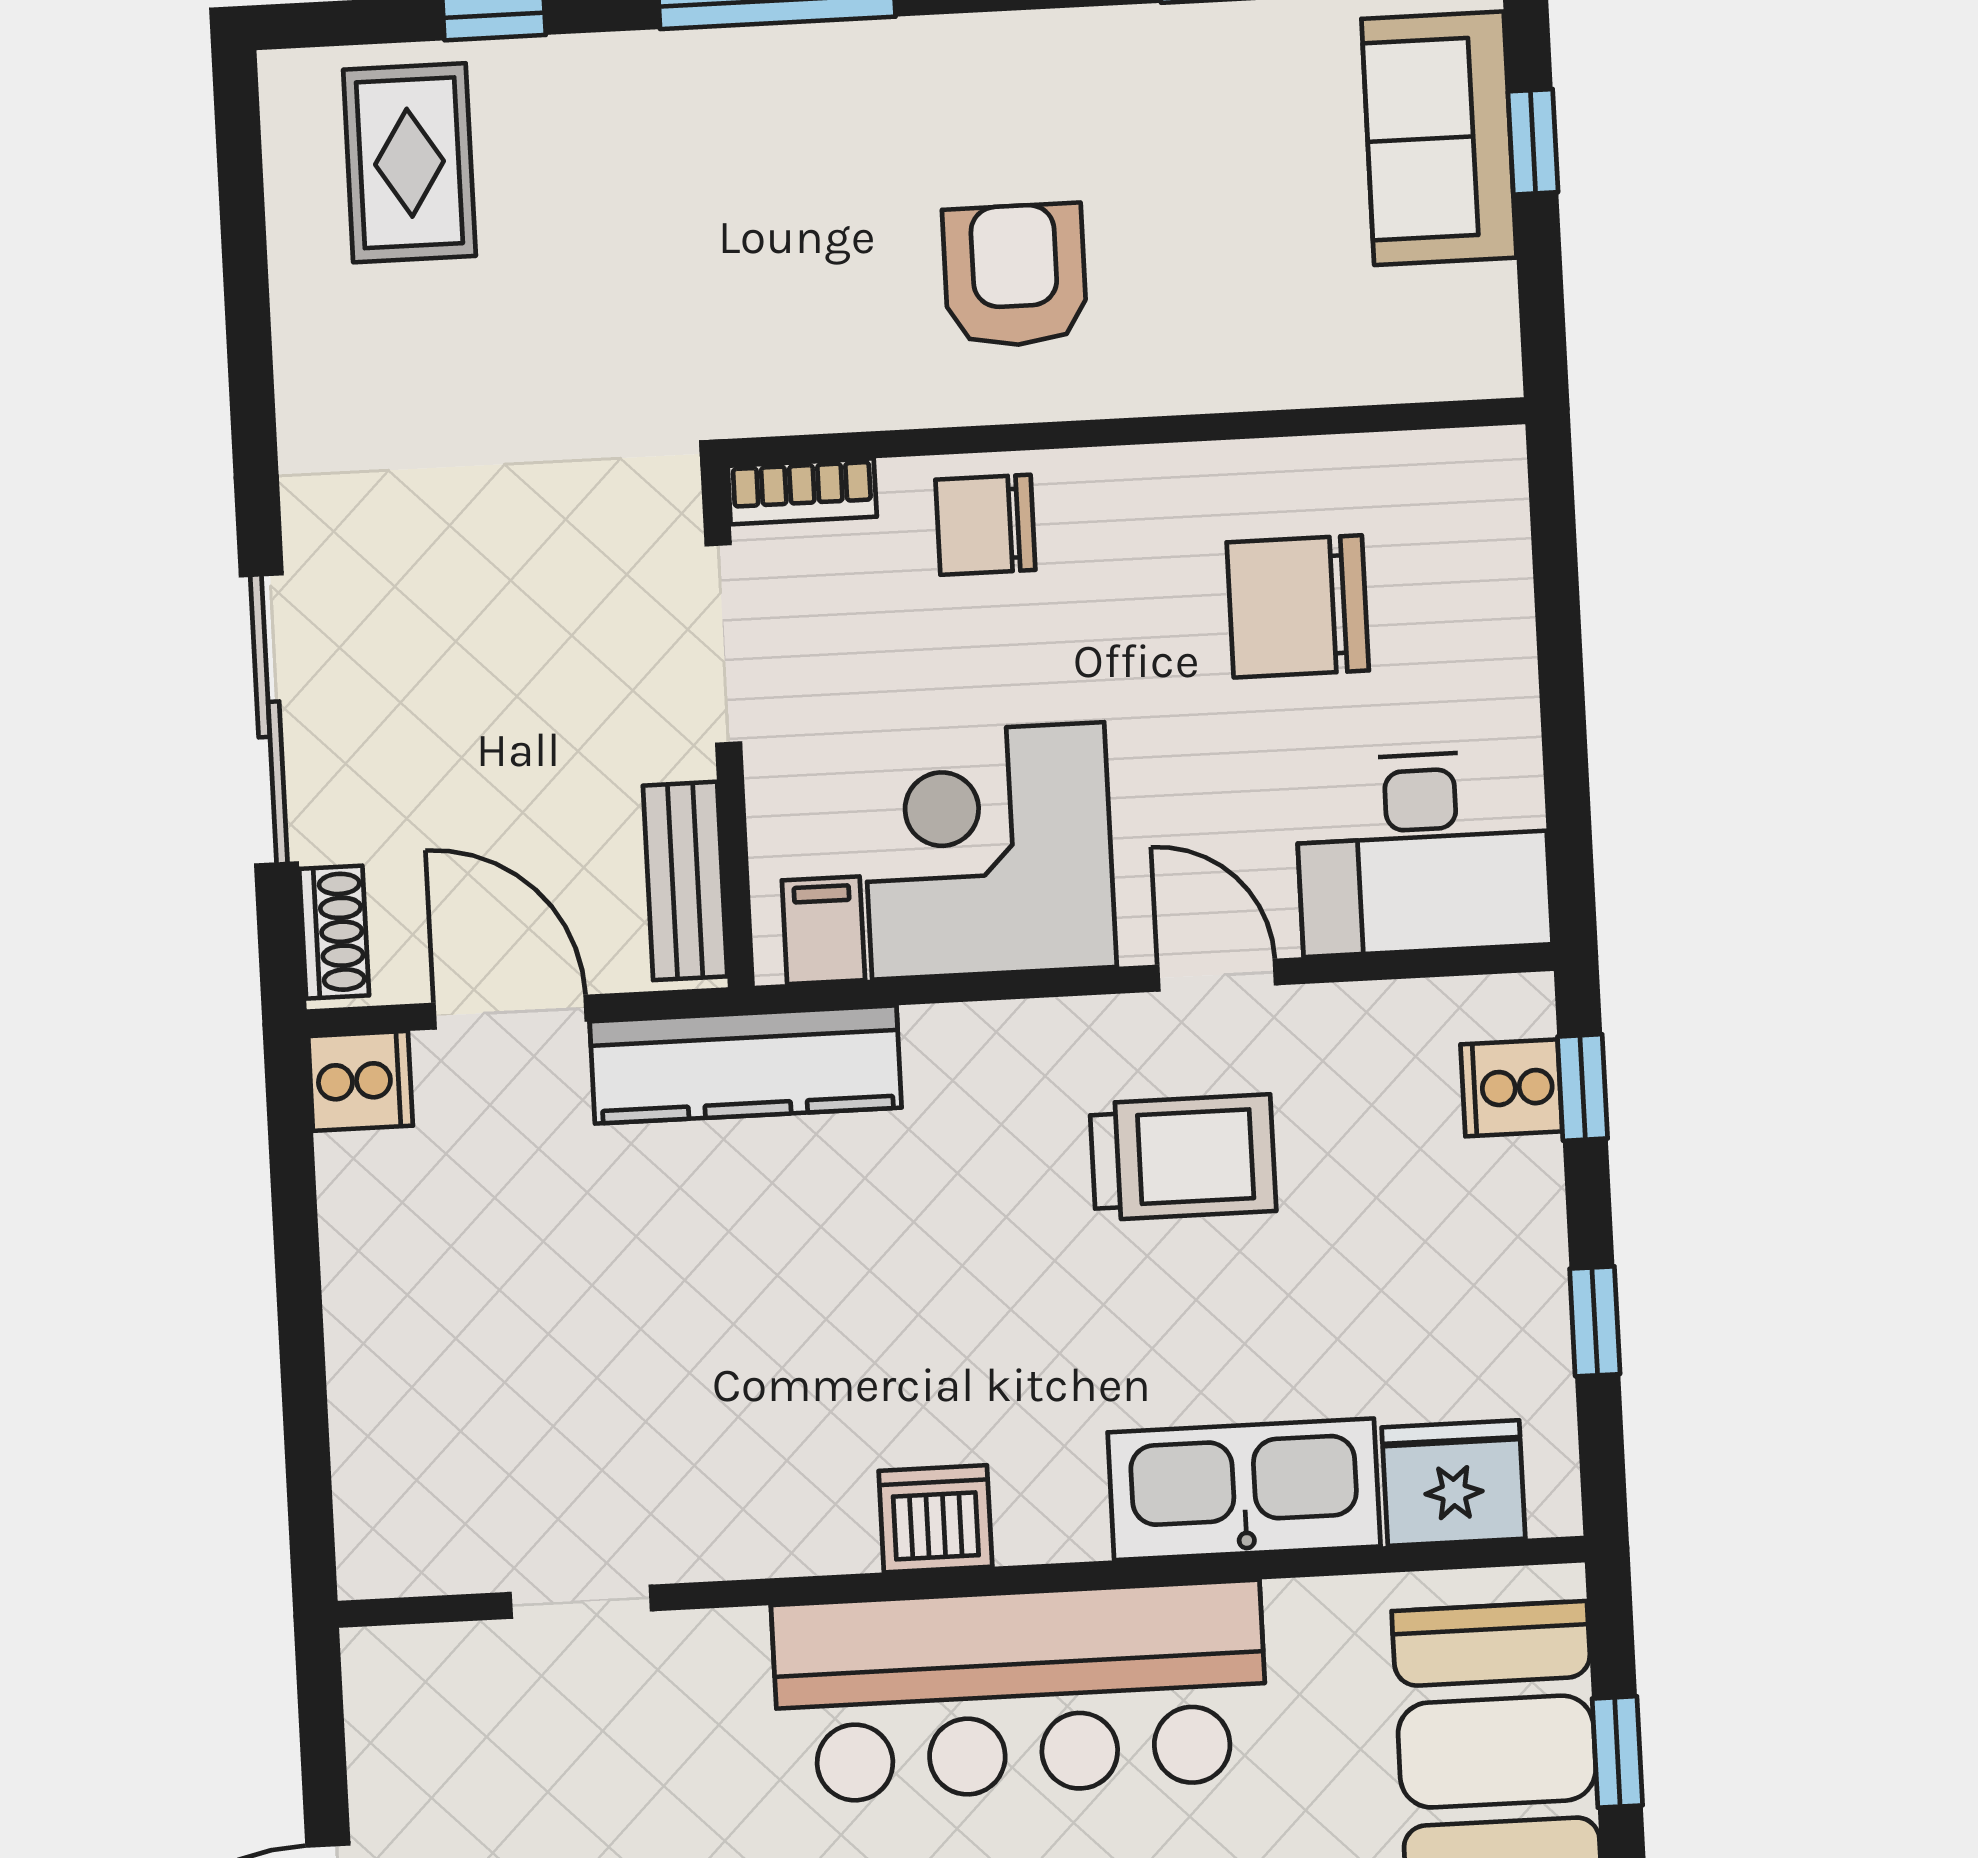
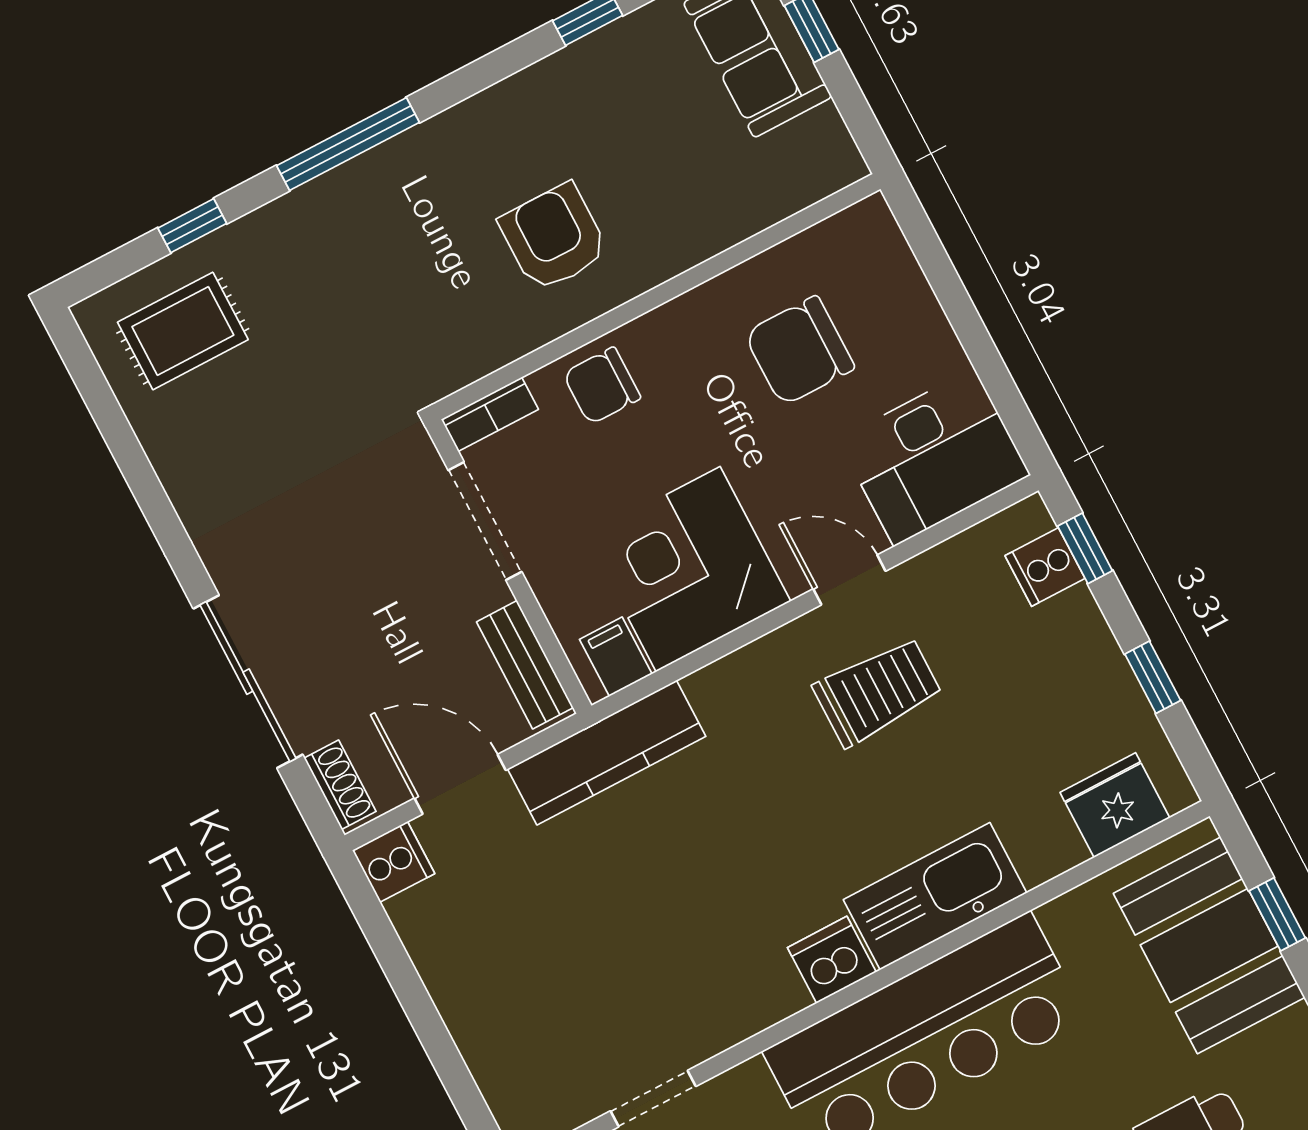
rug: (409, 163) -> (183, 331), turned 90
kitchen sink: (1244, 1489) -> (935, 896), moved

